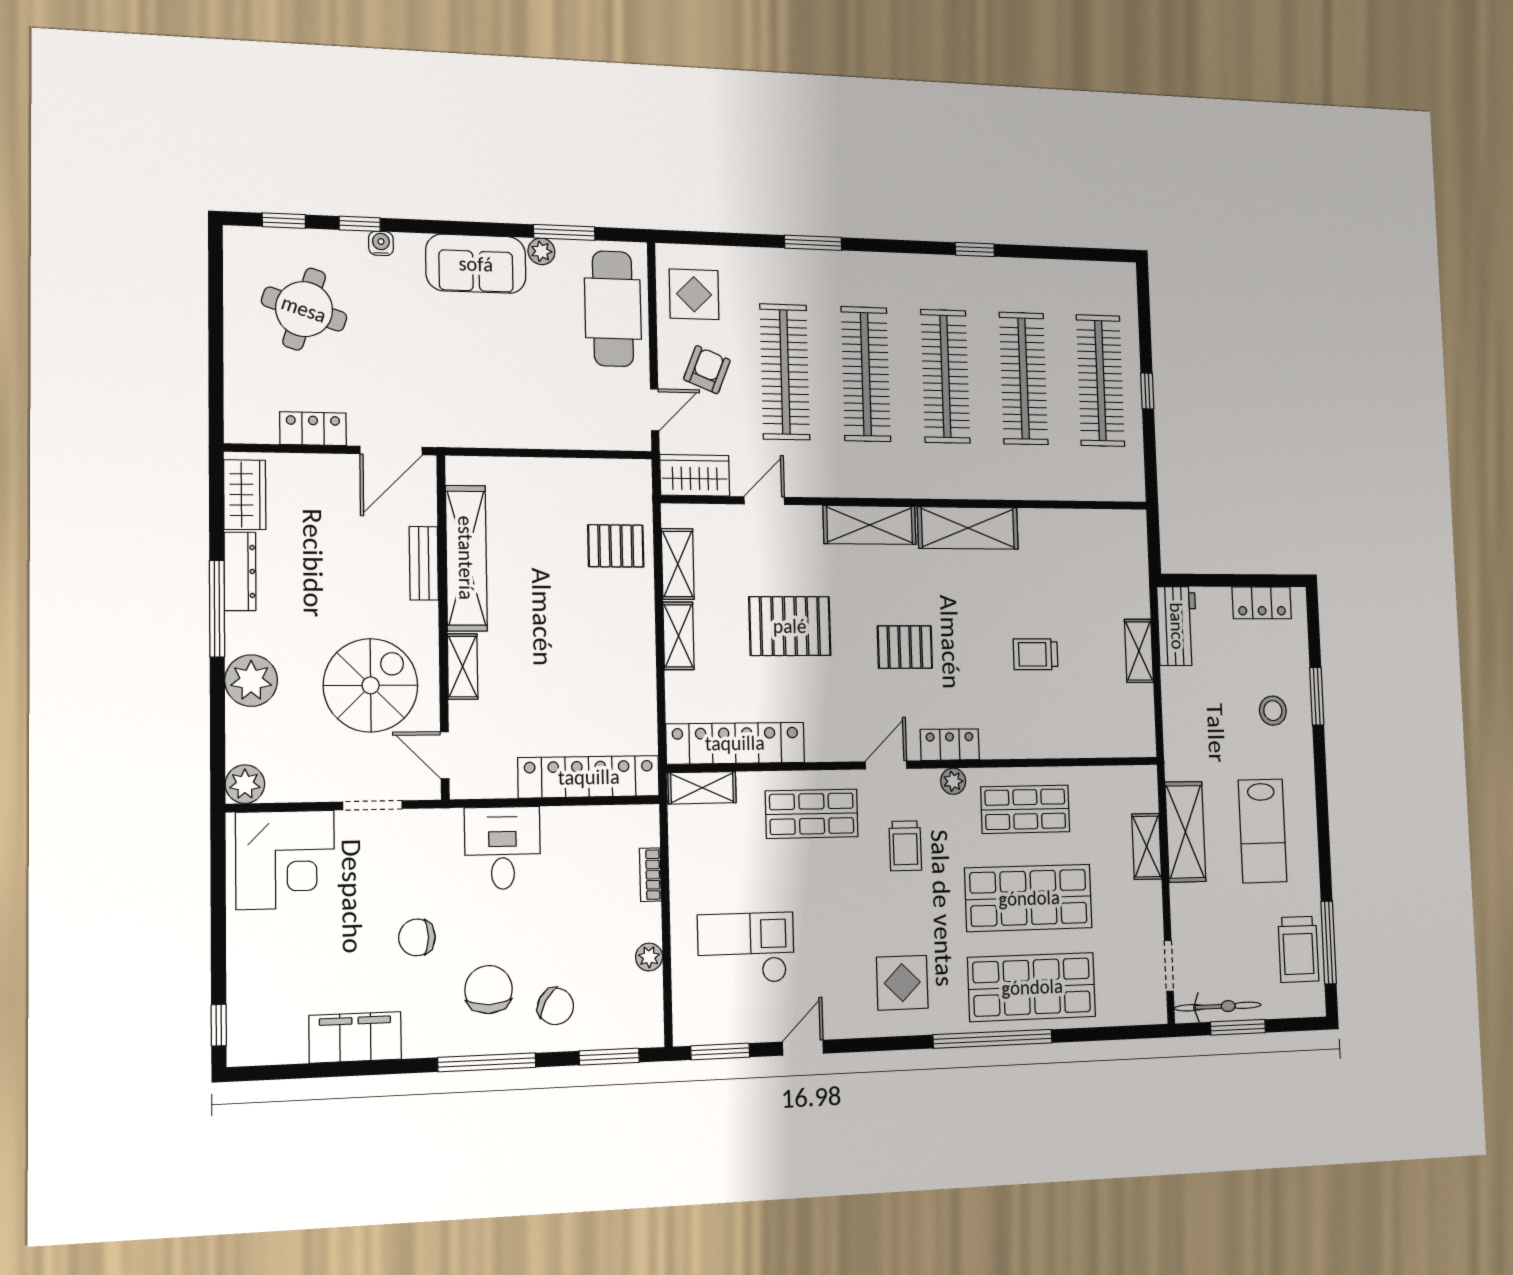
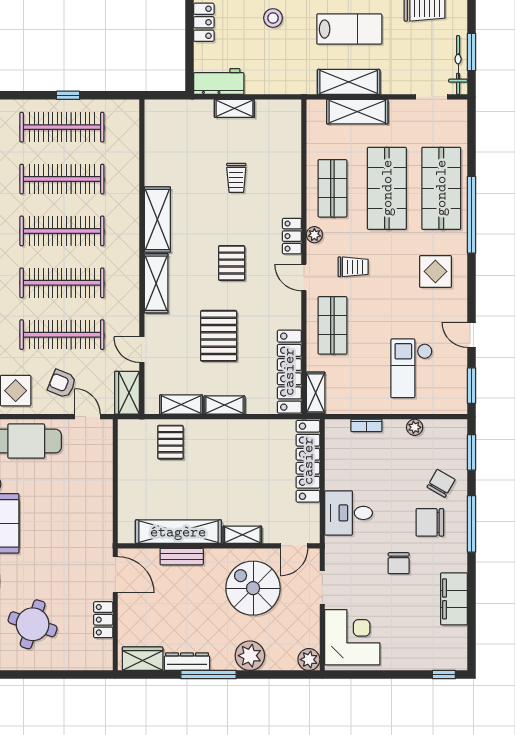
shelving: (1147, 846) -> (357, 112), width x1.50, depth x1.33

